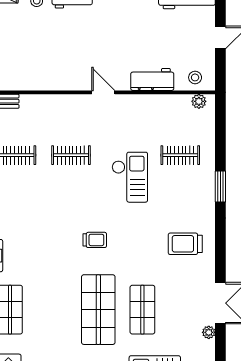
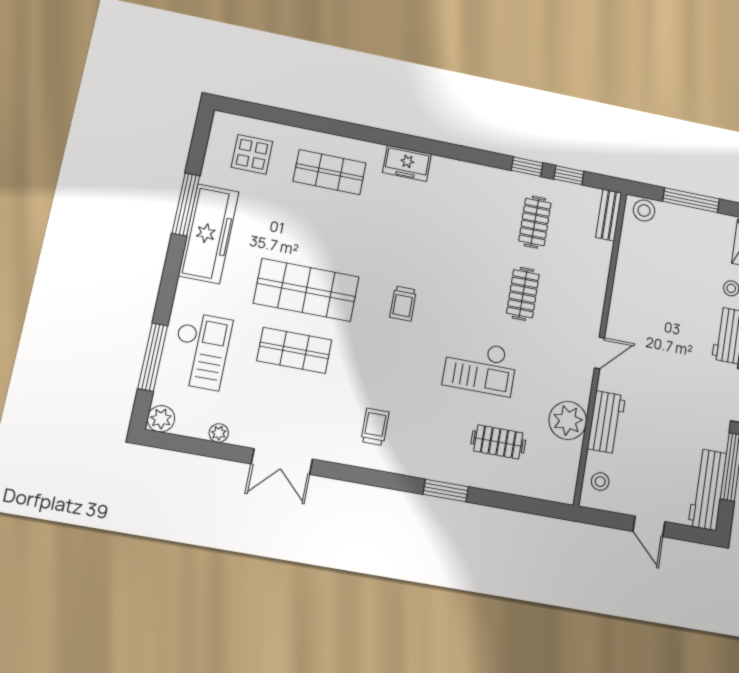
plant: (199, 101) -> (568, 420), moved, width x1.87, depth x1.87
clothes rail: (180, 155) -> (498, 442), turned 90
trolley: (185, 244) -> (375, 427), width x0.73, depth x0.72
plant: (209, 332) -> (219, 433), moved

